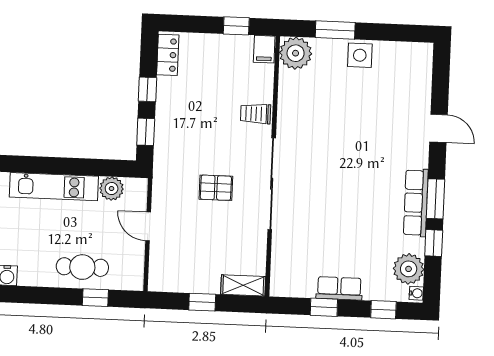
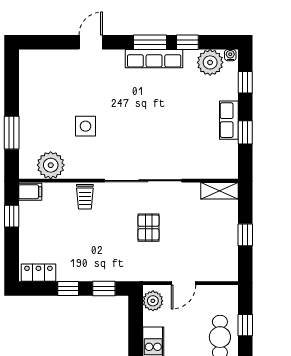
plant: (296, 53) -> (51, 165), moved
side table: (360, 55) -> (85, 126), moved
plant: (112, 189) -> (153, 301), moved
shelving: (243, 285) -> (219, 191), moved, turned 90

